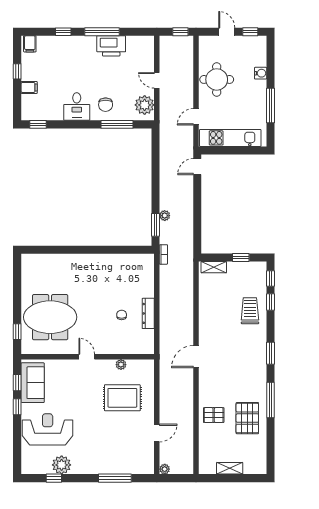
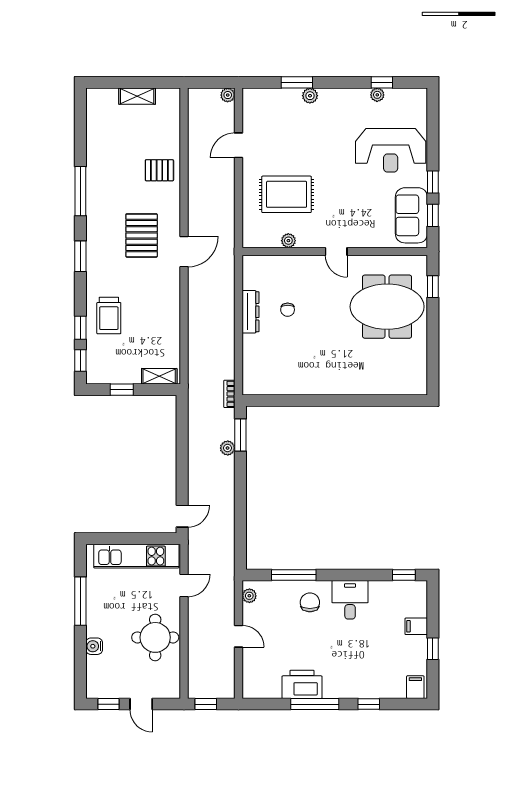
plant: (145, 105) -> (249, 596), width x0.53, depth x0.53
pallet: (247, 418) -> (142, 235), moved
plant: (62, 465) -> (377, 95), width x0.53, depth x0.53
plant: (105, 469) -> (310, 96), added
window: (115, 478) -> (297, 82), width x0.69

